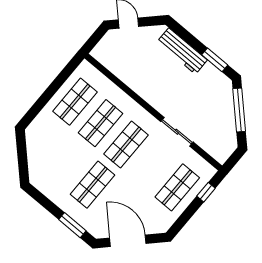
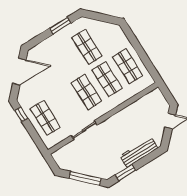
shop shelf: (92, 185) -> (87, 47), moved
window: (206, 192) -> (21, 114), moved
window: (72, 225) -> (60, 26), moved

